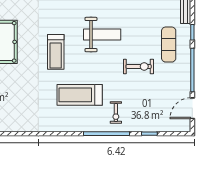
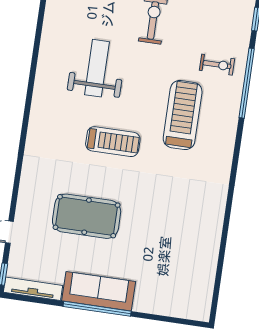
treadmill: (80, 95) -> (183, 115), turned 180

